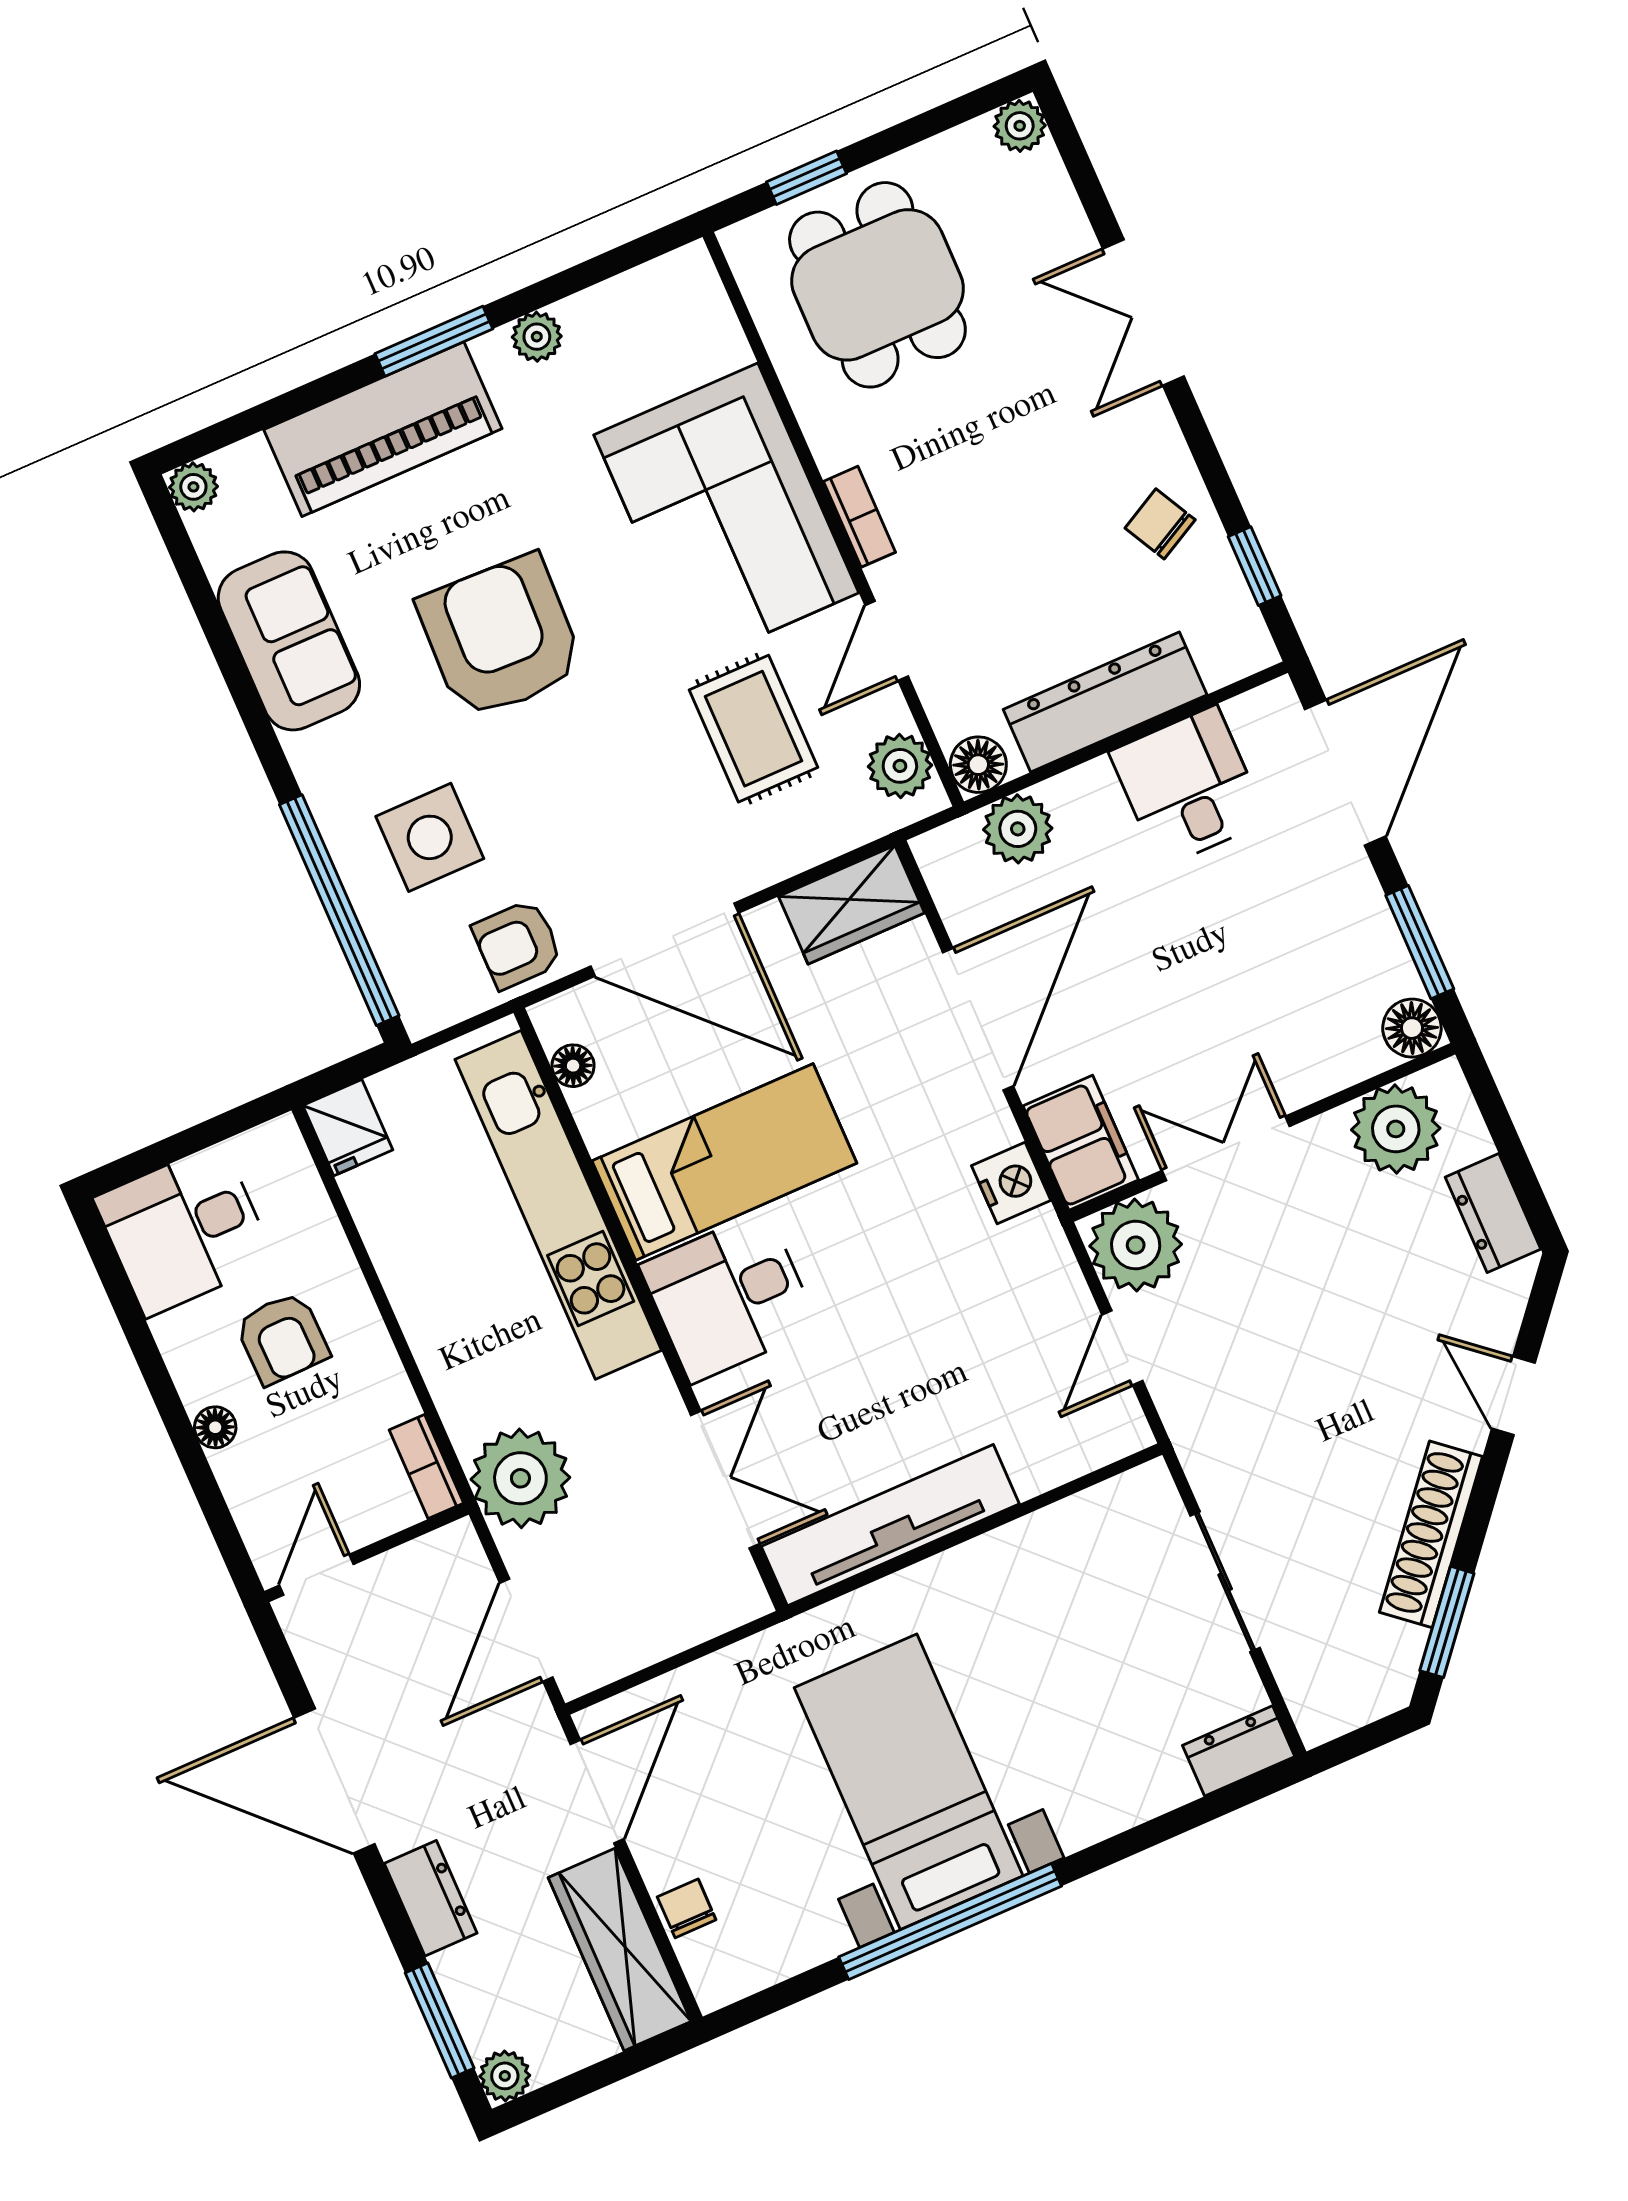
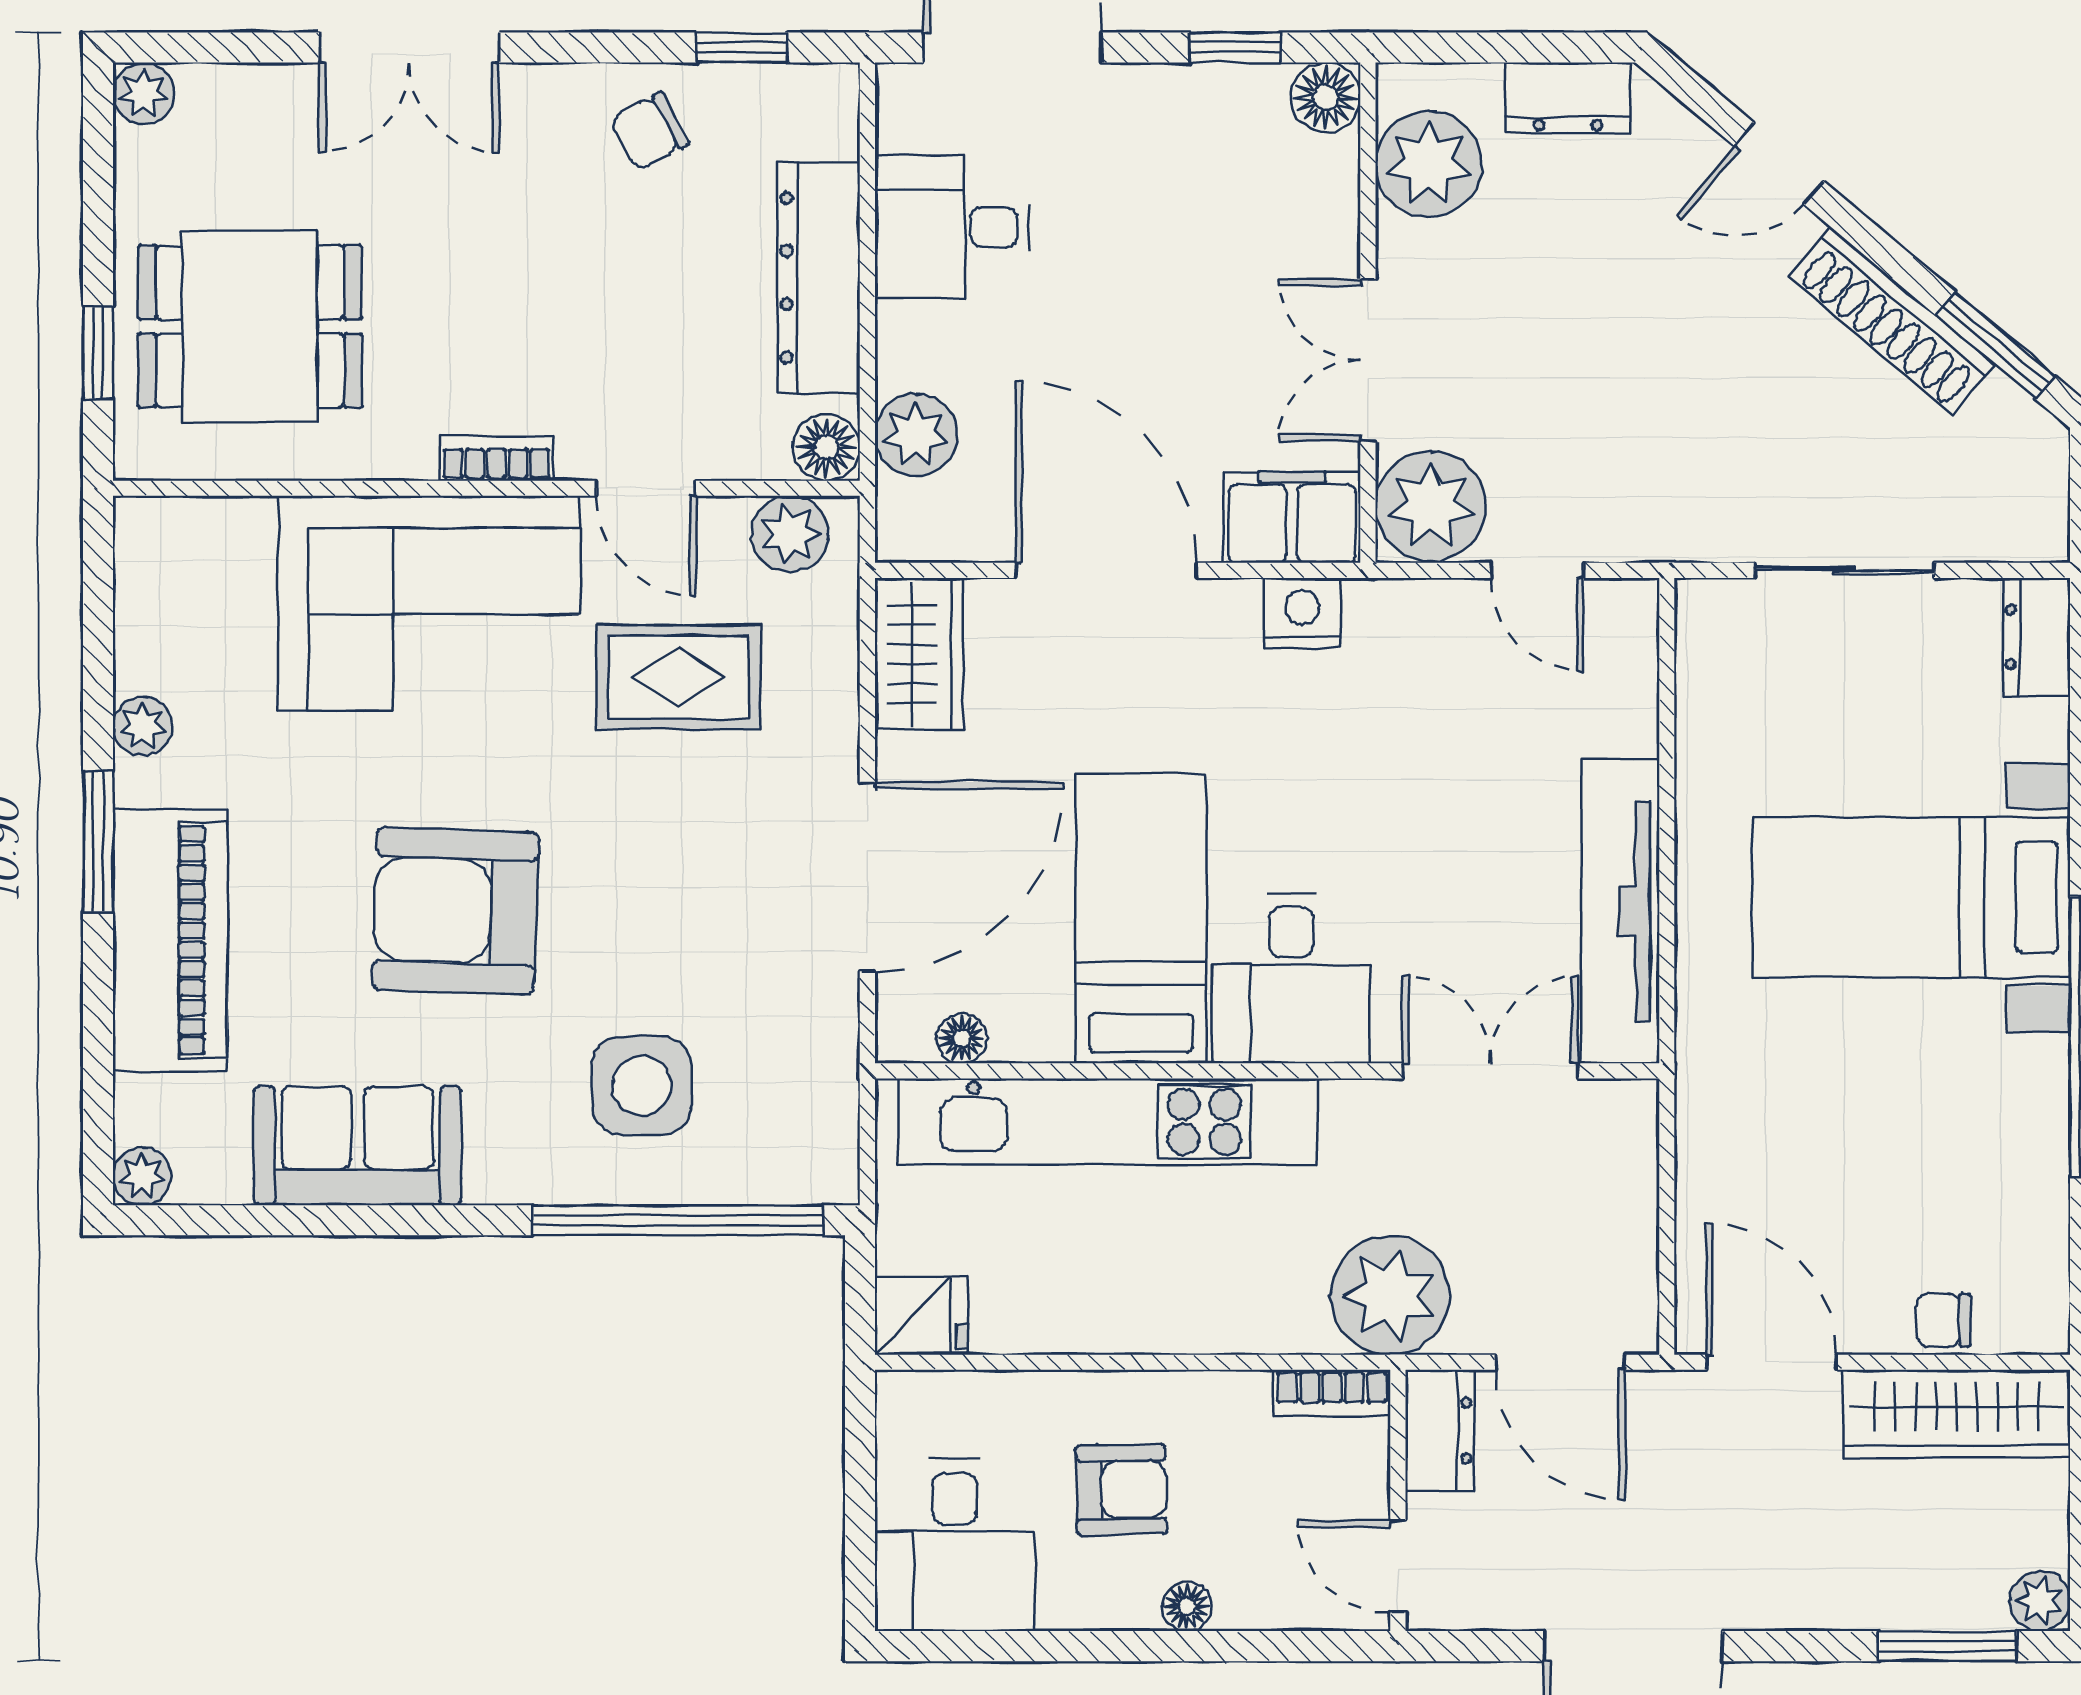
window: (1420, 942) -> (1235, 47), width x0.67
armchair: (517, 944) -> (801, 1041), removed
bed with nightstands: (909, 1782) -> (1911, 897), moved
dresser: (431, 1898) -> (1440, 1431), moved, turned 90

